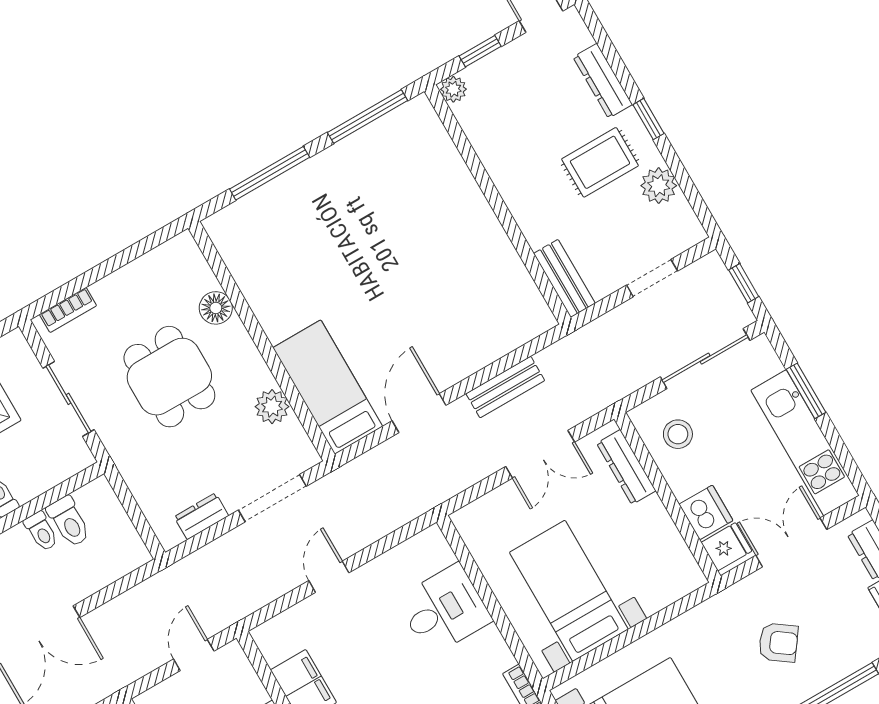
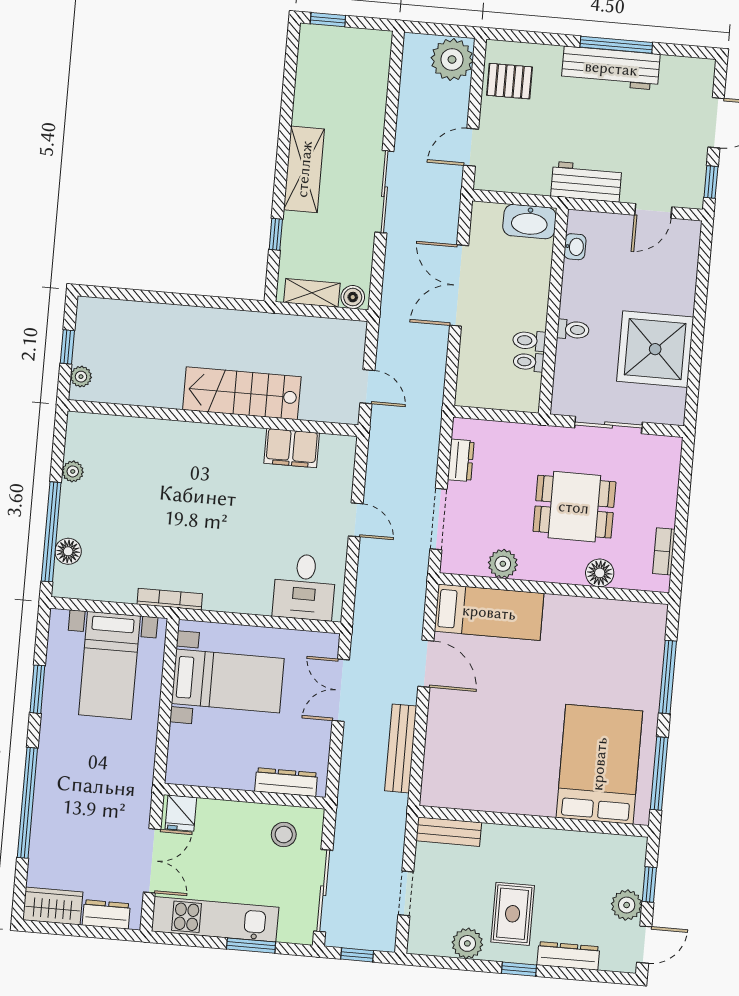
plant: (453, 89) -> (627, 905), moved, width x1.38, depth x1.38
bed: (399, 180) -> (599, 764), added
bookcase: (68, 310) -> (664, 551), moved
bench: (505, 387) -> (401, 748), width x1.36
double door: (540, 454) -> (341, 690), moved
dishwasher: (706, 512) -> (215, 816), removed
toilet: (69, 522) -> (528, 362), width x0.73, depth x0.72
desk: (444, 610) -> (304, 587), moved
armchair: (778, 643) -> (88, 802), removed

